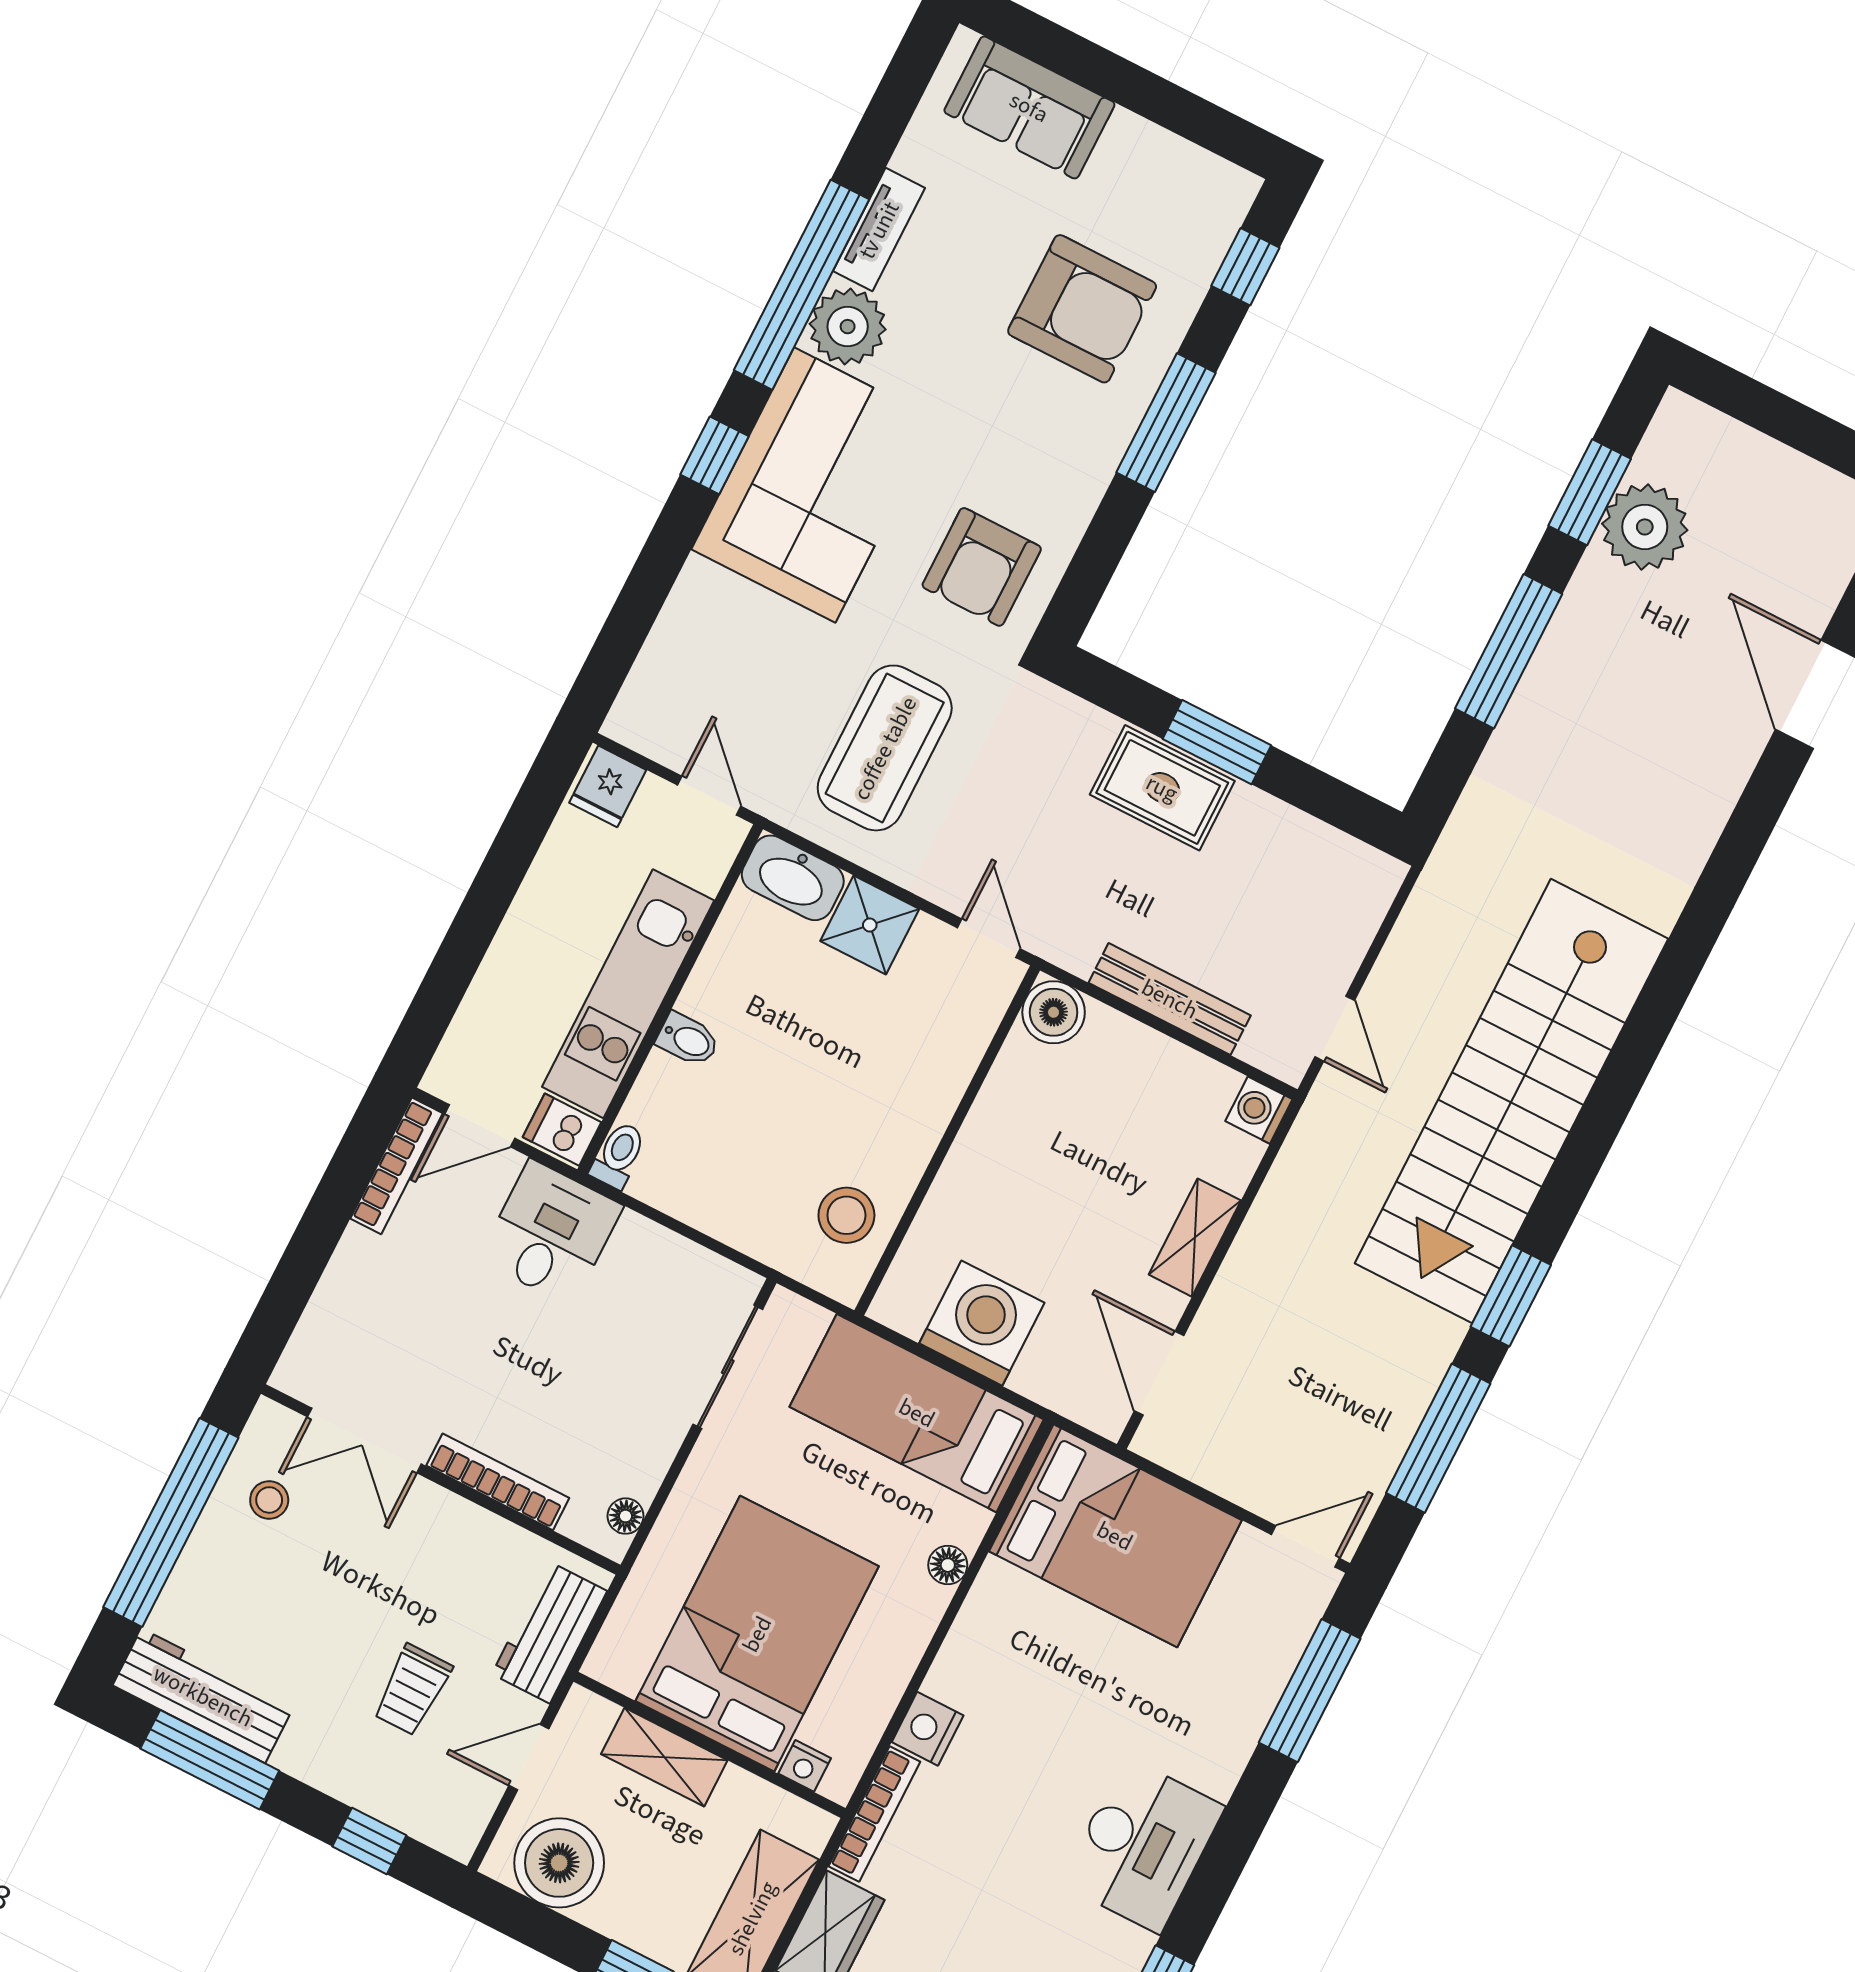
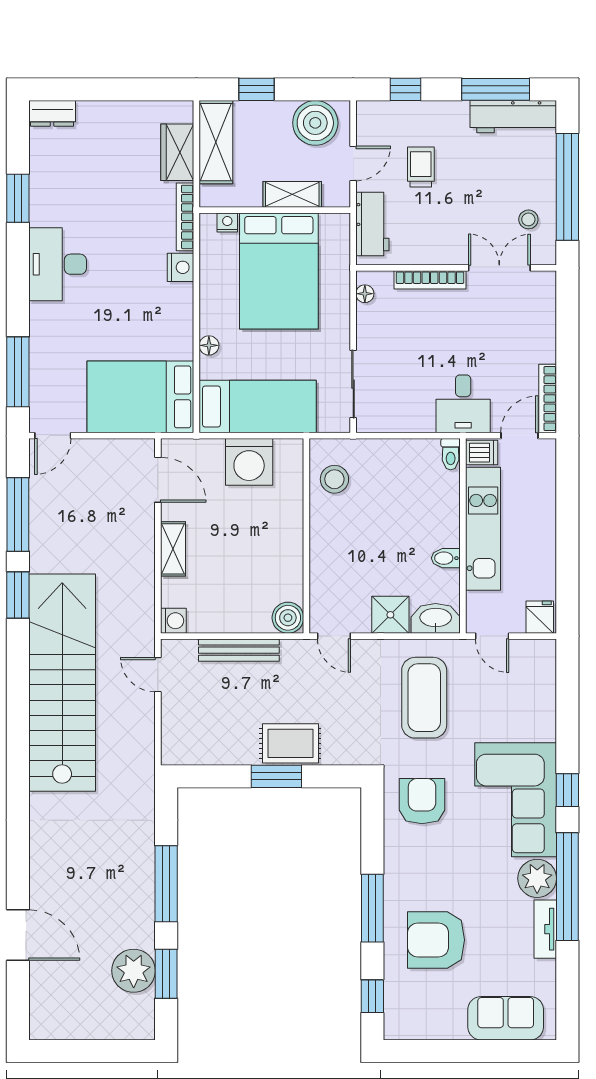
bidet: (688, 1040) -> (446, 558), moved

